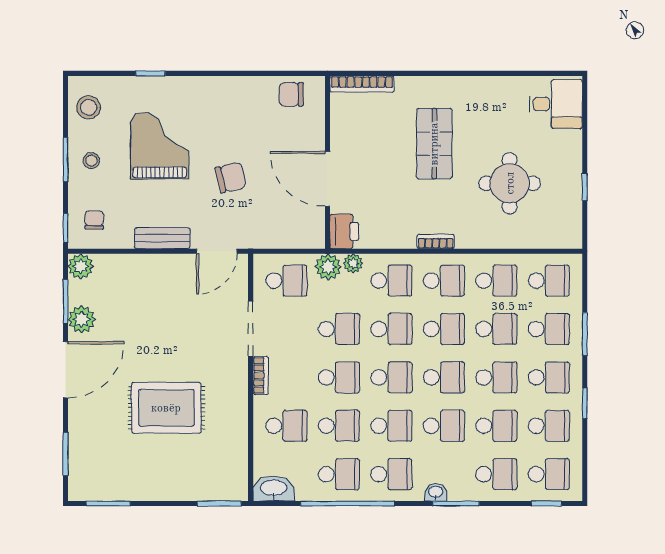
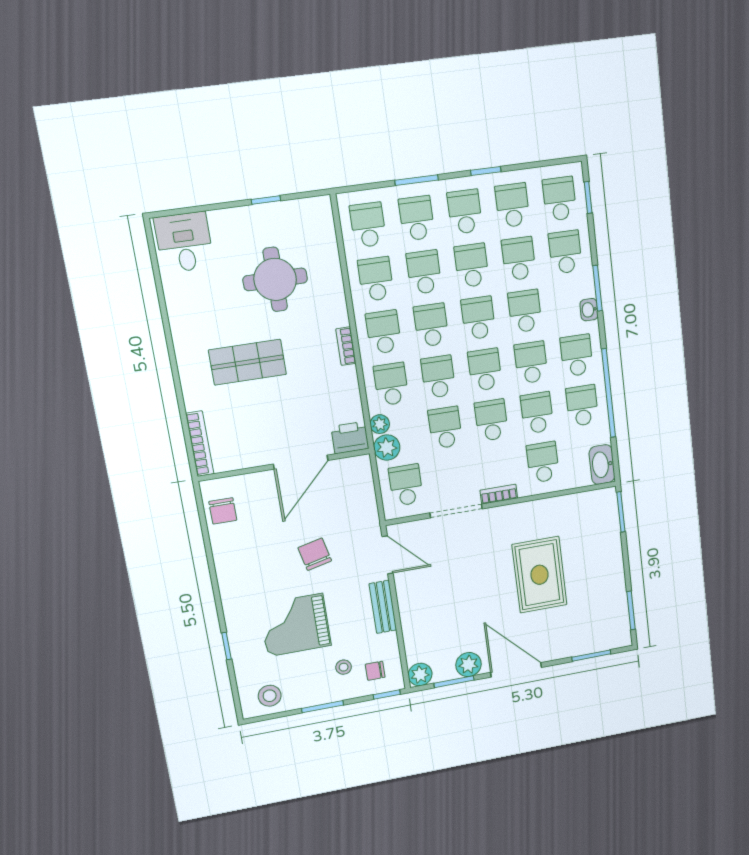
stool: (91, 161) -> (344, 667), moved

